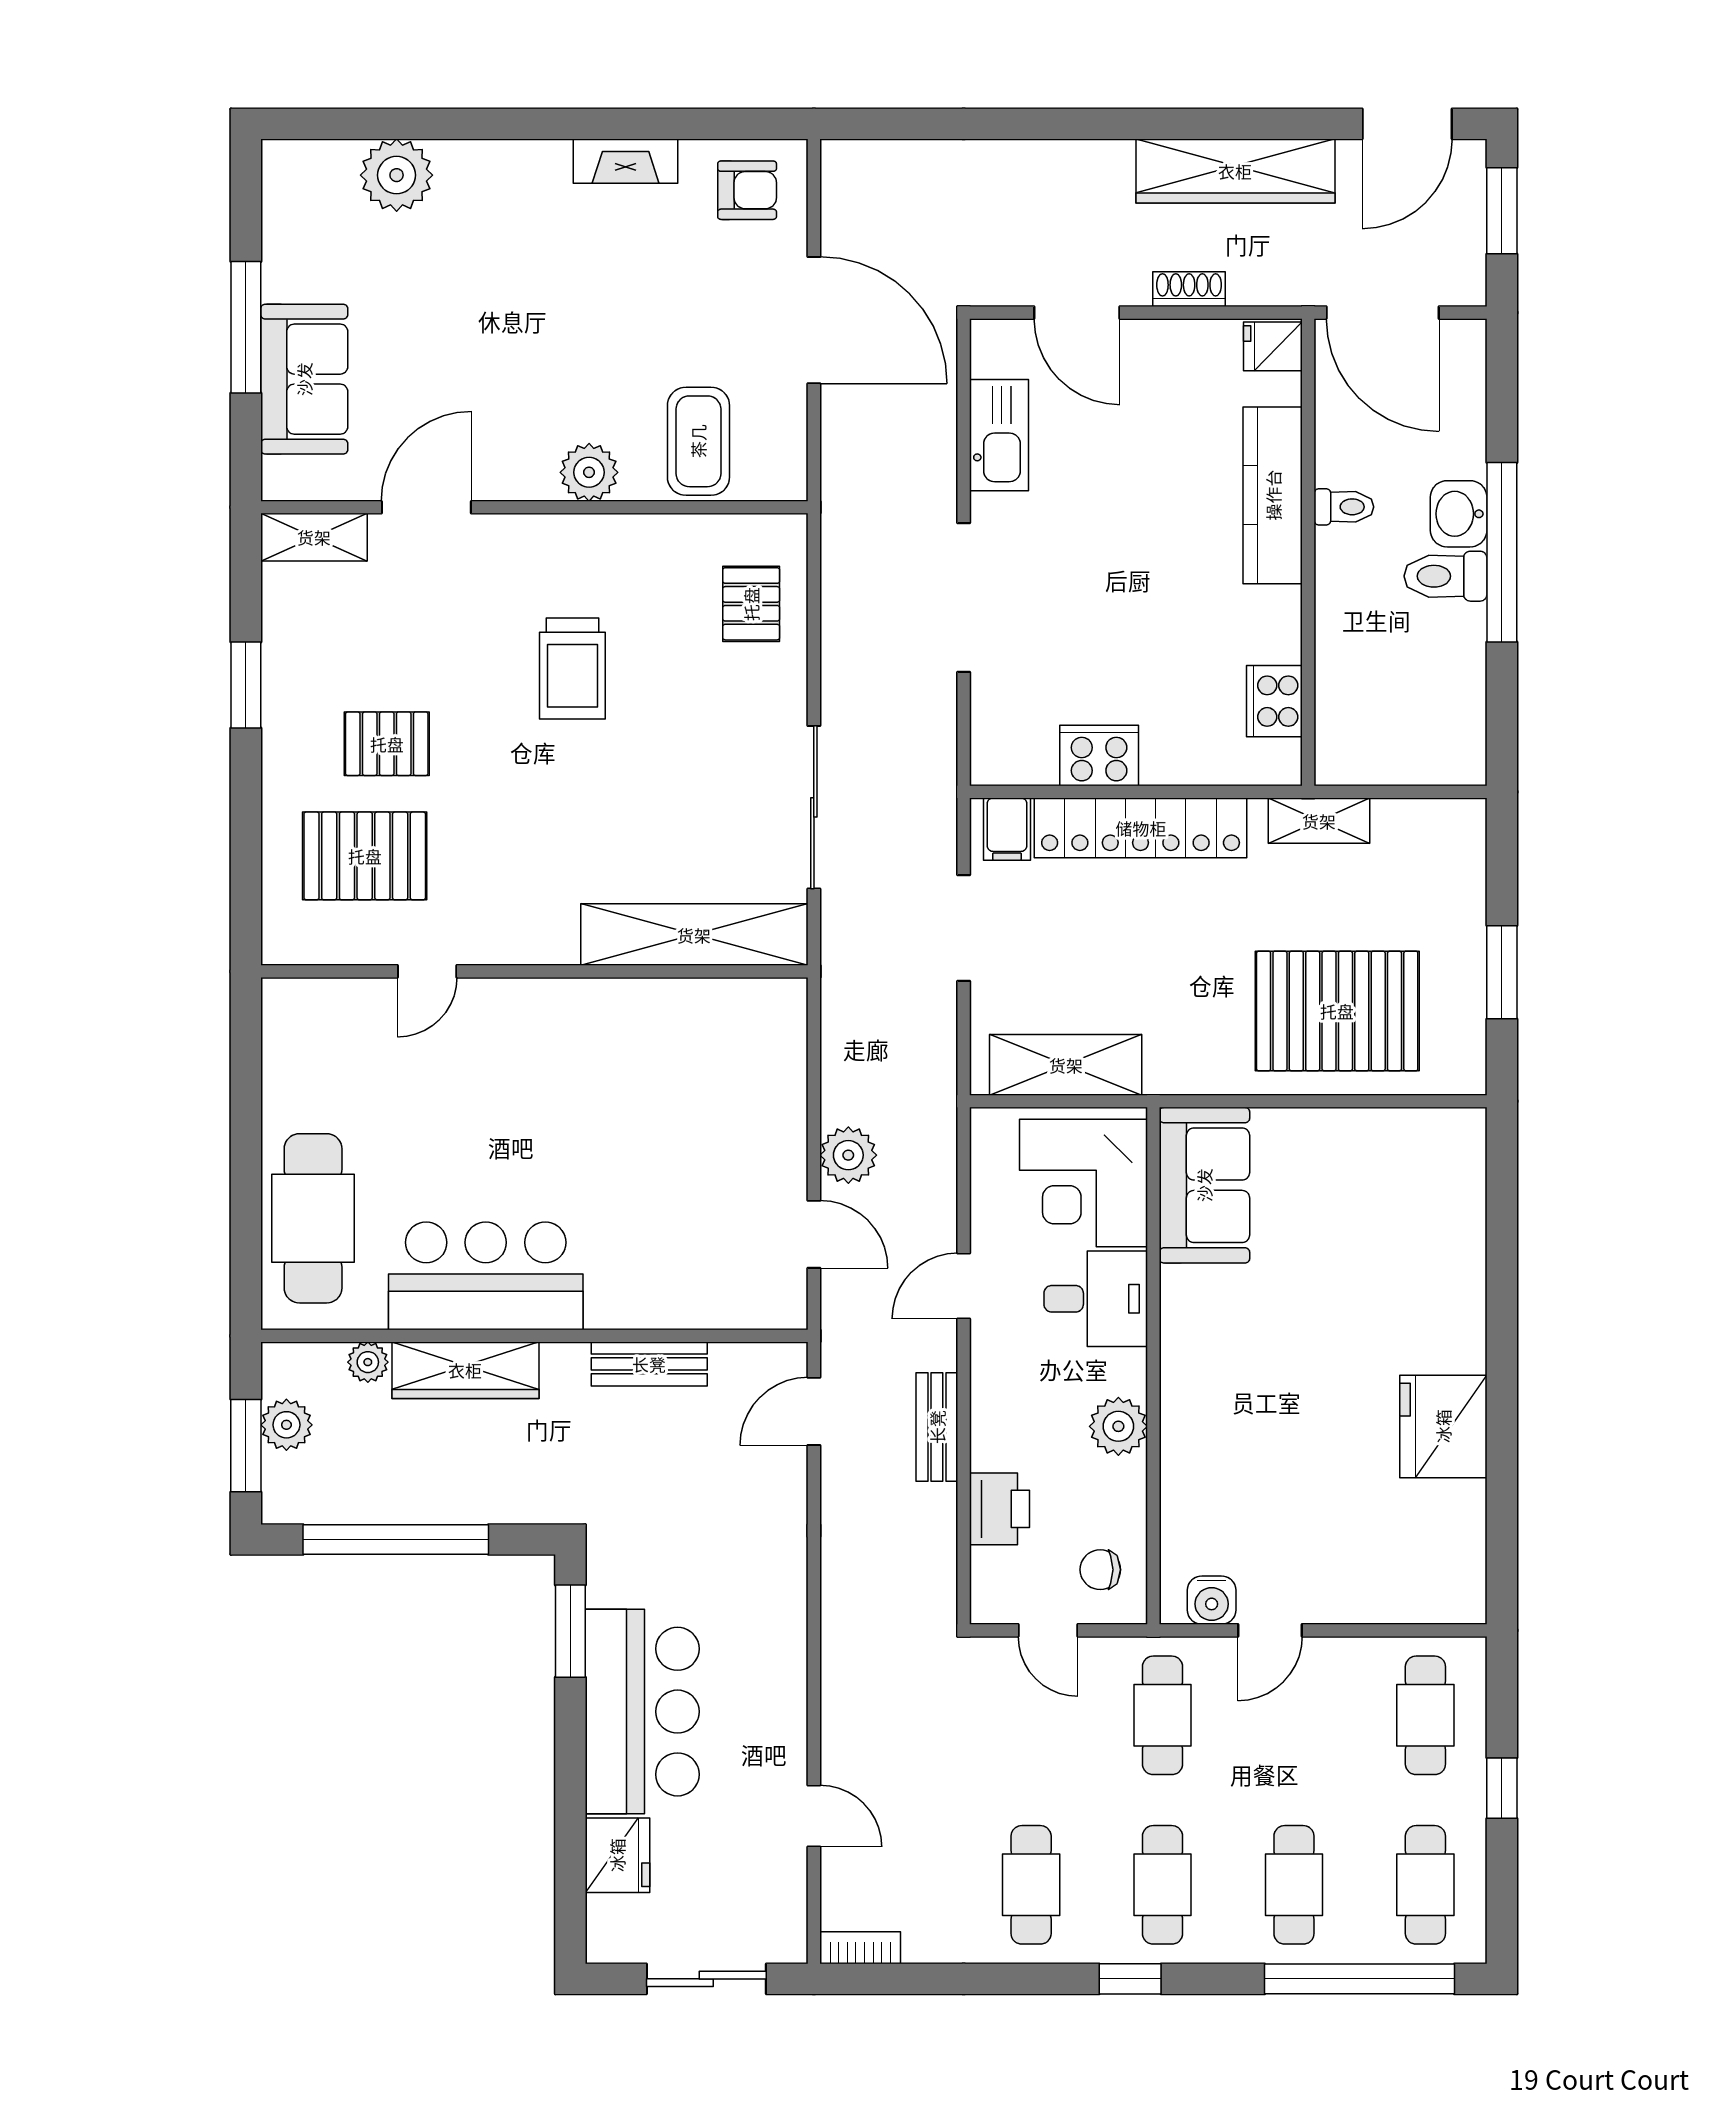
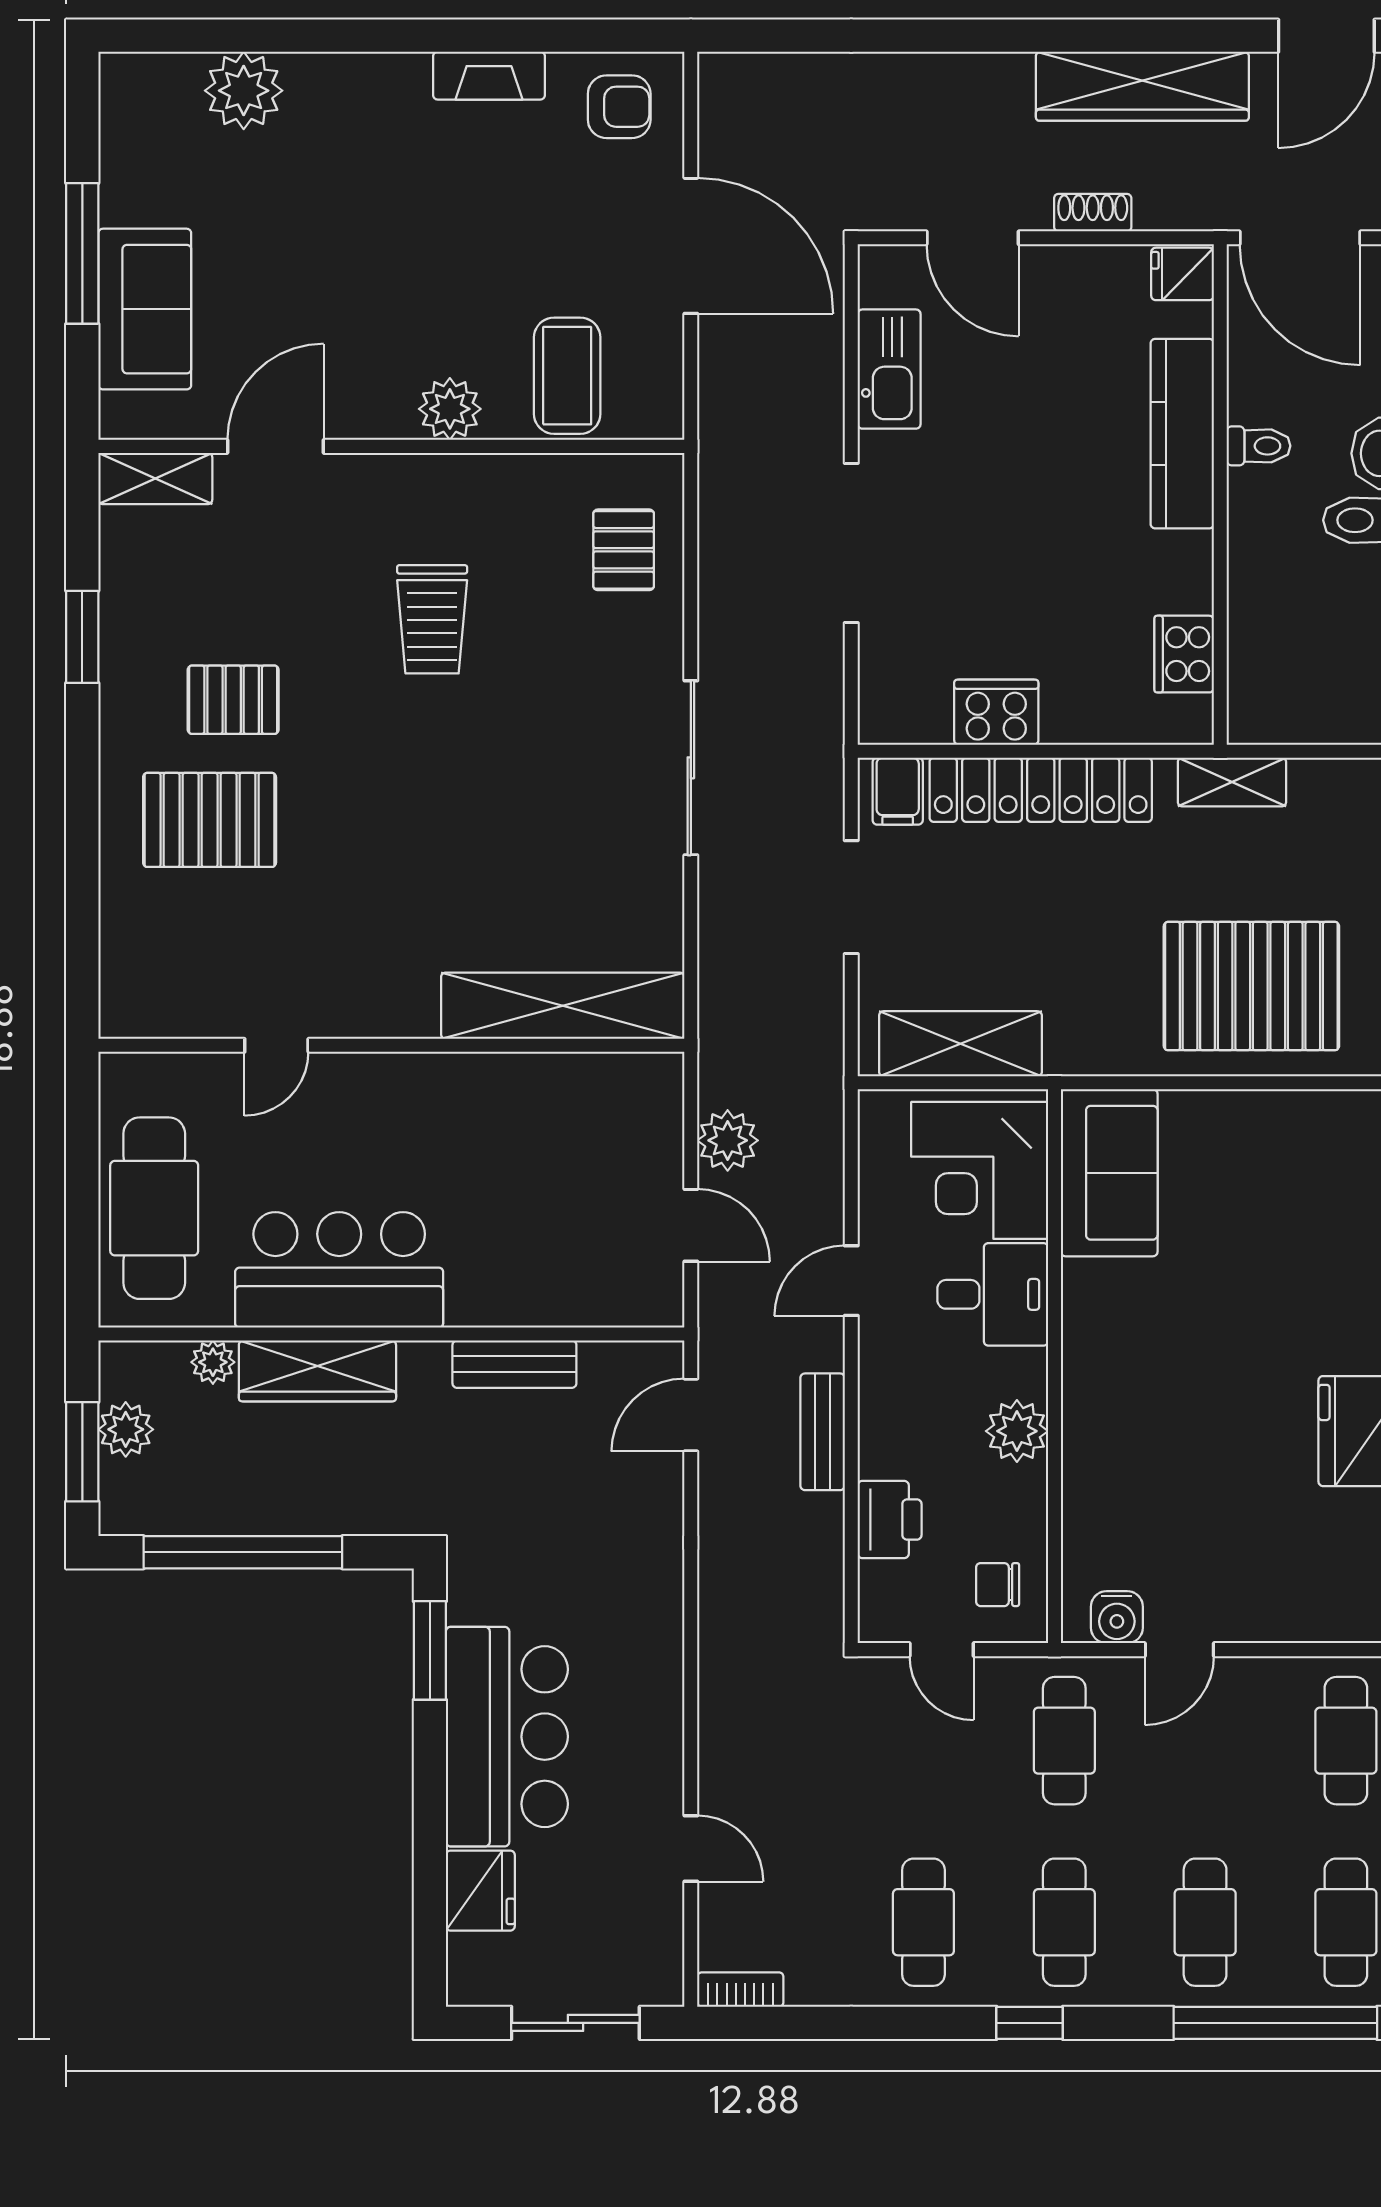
shelving: (694, 935) -> (563, 1006), moved
door: (427, 971) -> (276, 1045), moved
wall: (534, 971) -> (391, 1045), moved

